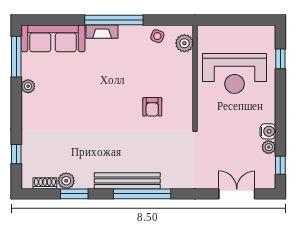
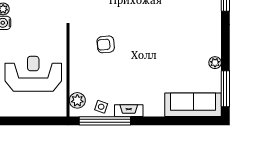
window: (114, 20) -> (105, 121), moved
fireplace: (102, 32) -> (129, 111), moved
armchair: (152, 107) -> (106, 44), turned -96

